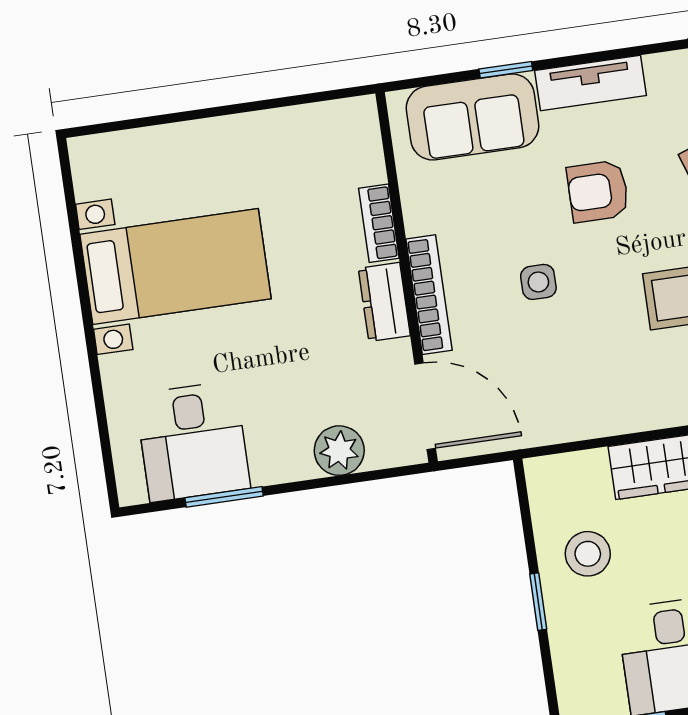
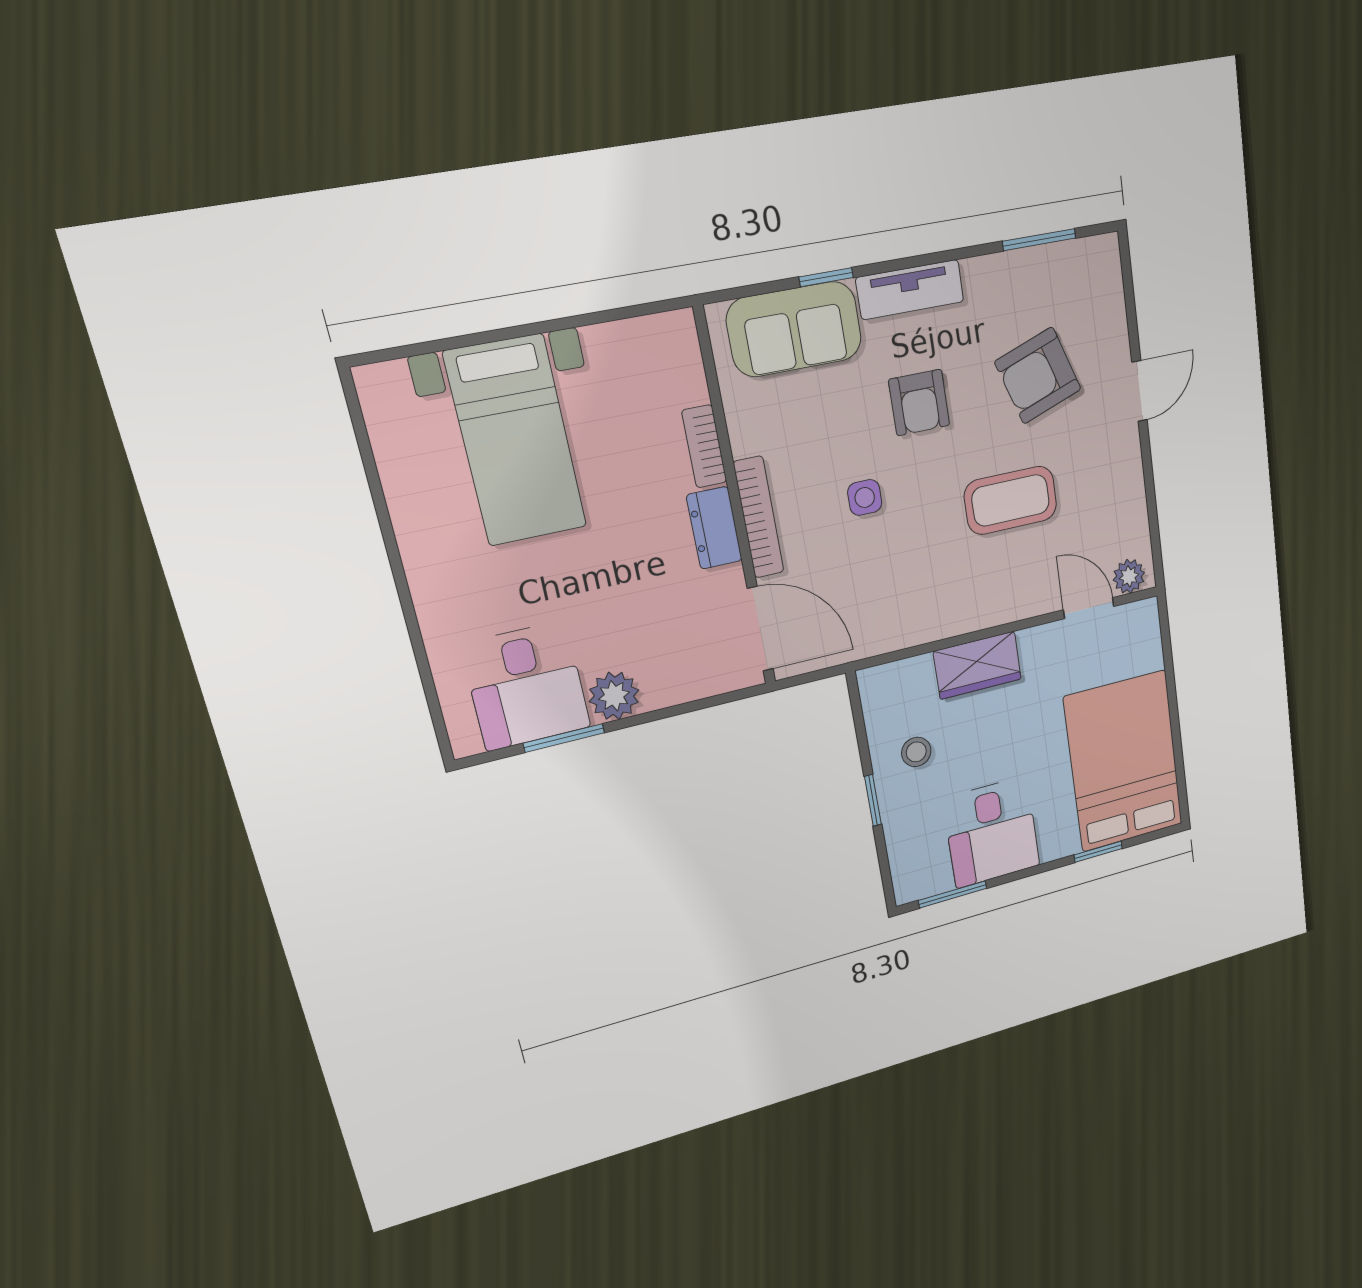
armchair: (598, 191) -> (919, 403), turned -90
bed with nightstands: (176, 267) -> (516, 441), moved, turned 90
plant: (339, 451) -> (614, 696), moved
stool: (588, 554) -> (916, 752), width x0.73, depth x0.73

